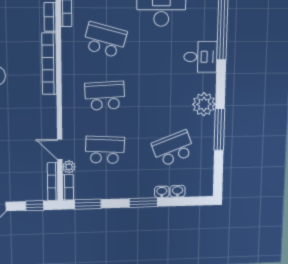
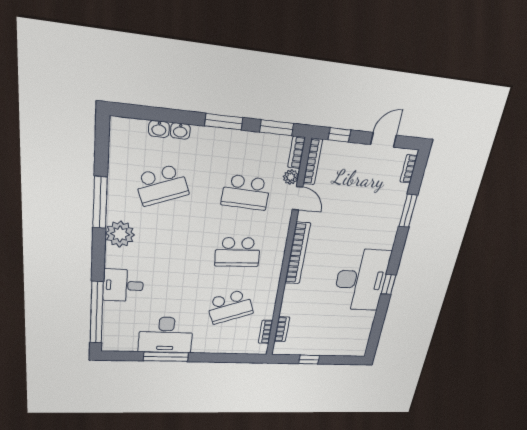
school desk: (105, 40) -> (230, 307), turned -36
bookcase: (49, 64) -> (298, 253), moved
window: (143, 203) -> (224, 122), moved

